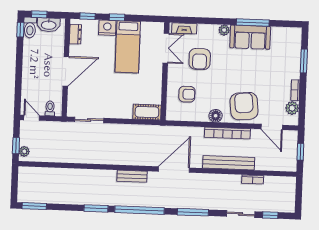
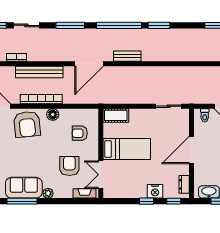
bed: (128, 47) -> (127, 149), moved, turned 90

